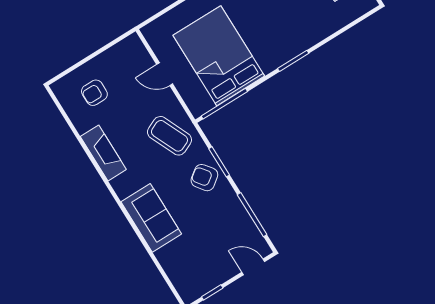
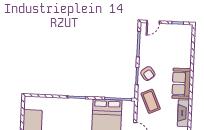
sofa: (151, 218) -> (181, 84), moved
door: (253, 267) -> (153, 22), hinge flipped

